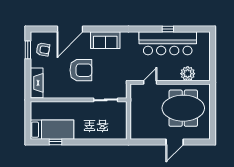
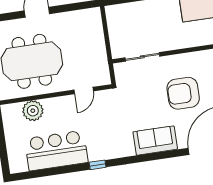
window: (168, 29) -> (98, 165), moved
bar counter: (168, 43) -> (56, 151), width x0.73

